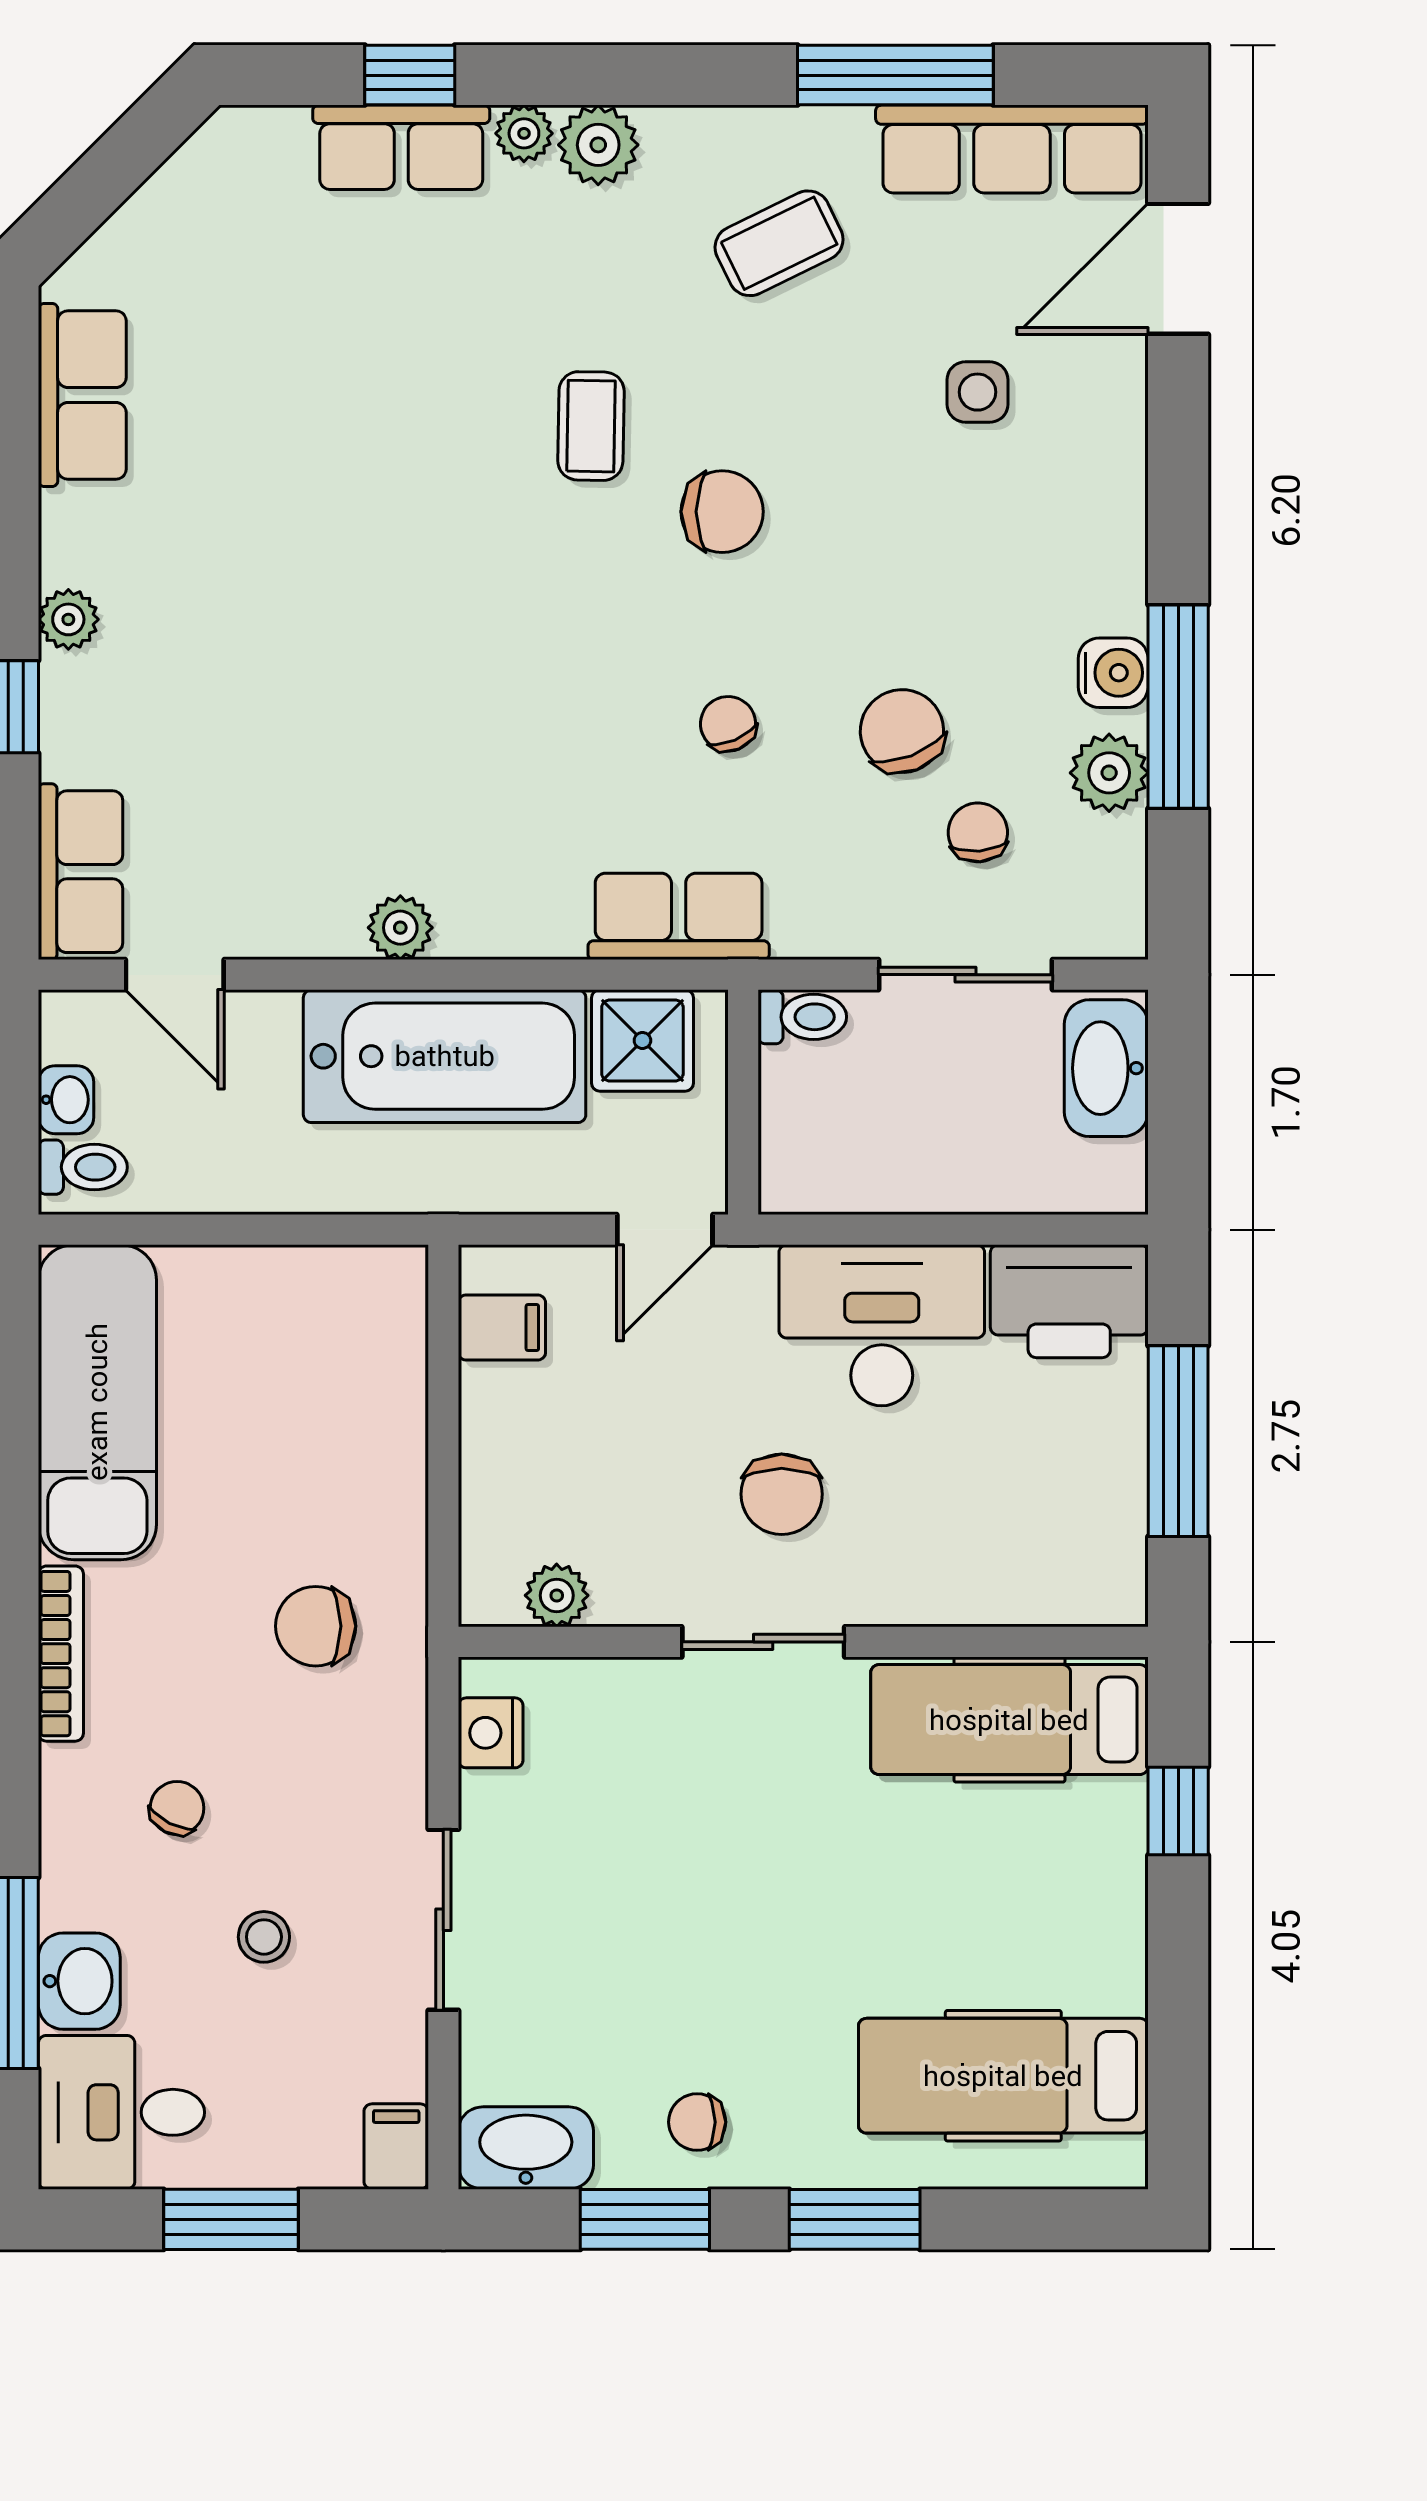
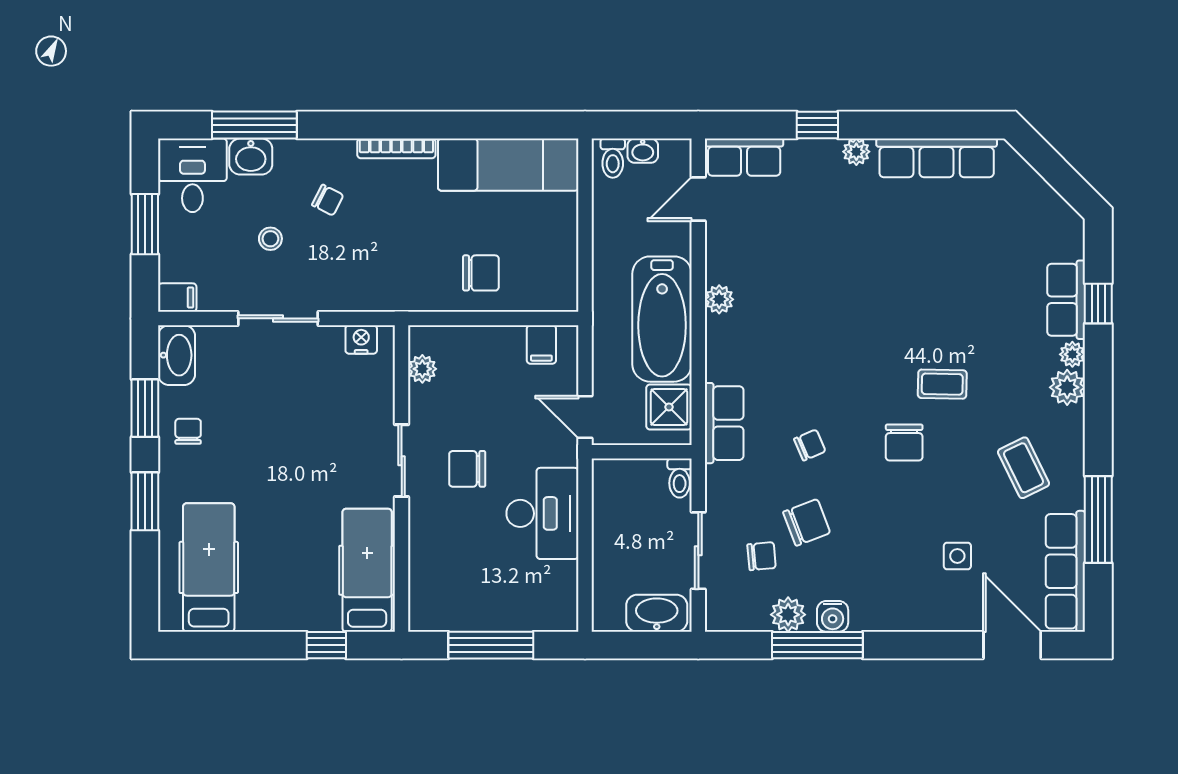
row of seats: (82, 395) -> (937, 158), width x1.48
printer: (1069, 1301) -> (553, 597), removed
chair: (316, 1626) -> (481, 273), moved, turned 90

